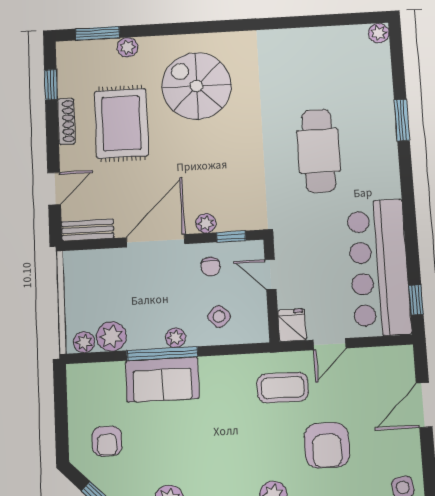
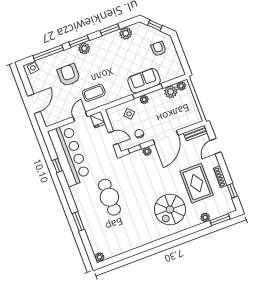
spiral stairs: (197, 86) -> (170, 209), turned 90
window: (416, 300) -> (57, 166), moved

